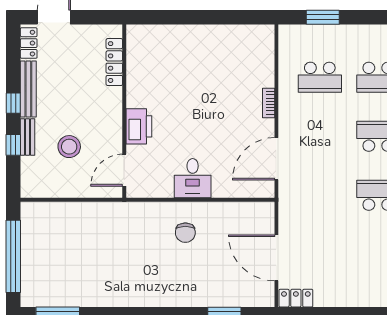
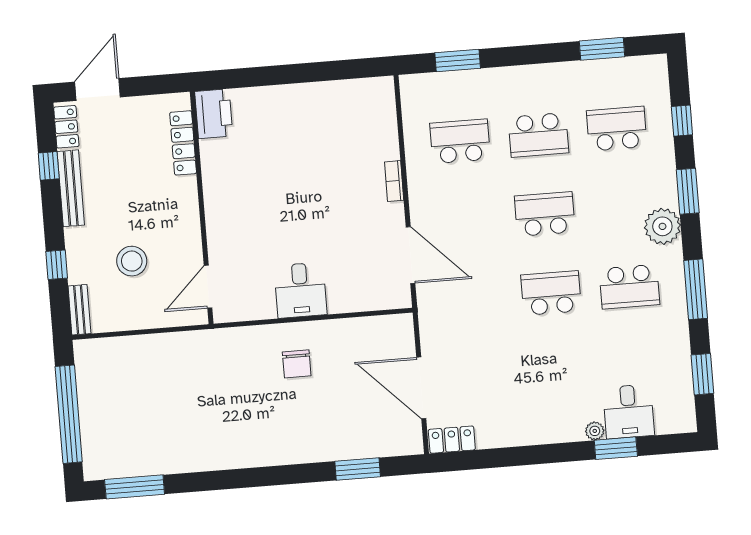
school desk: (320, 77) -> (460, 141), turned 180
window: (13, 103) -> (49, 166), moved
printer: (139, 126) -> (214, 114), moved
bench: (27, 137) -> (79, 310), moved
door: (276, 159) -> (411, 255), swing flipped

